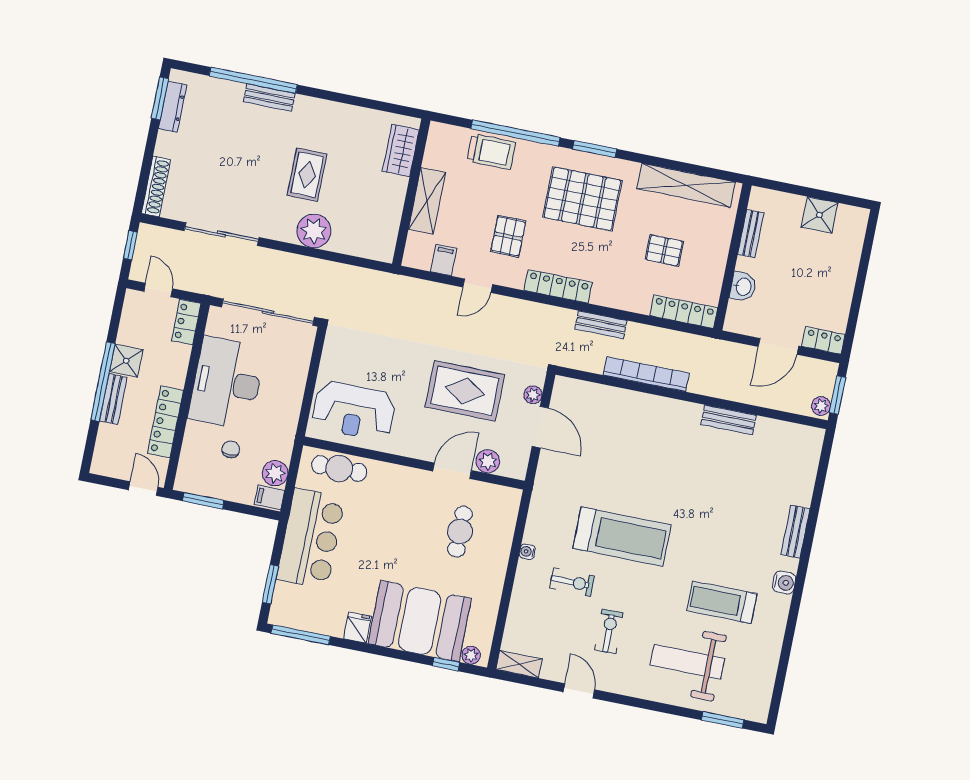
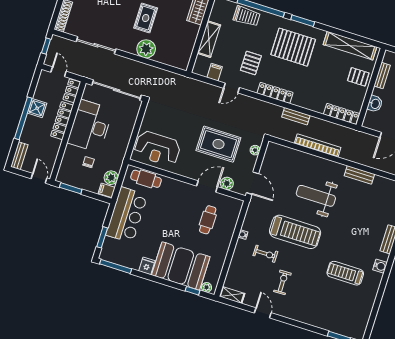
pallet: (664, 250) -> (358, 77), moved
bench: (113, 399) -> (19, 156), moved
locker: (165, 422) -> (62, 121), moved
door: (540, 427) -> (252, 183), moved
weight bench: (687, 662) -> (316, 196), moved

